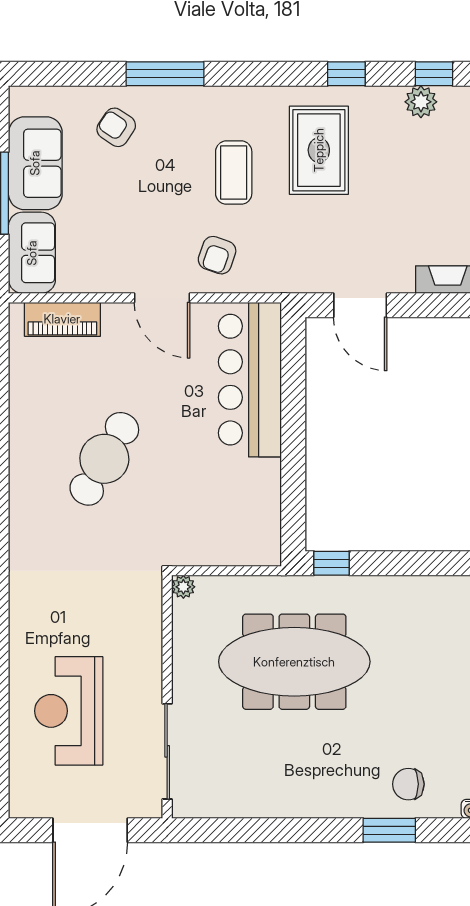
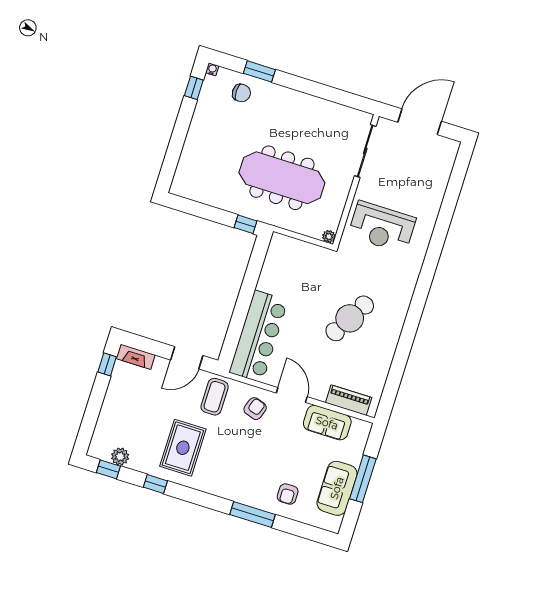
armchair: (116, 127) -> (288, 494), turned 56
coffee table: (234, 173) -> (215, 397), moved
sofa: (32, 253) -> (327, 423), moved, turned -90
door: (360, 305) -> (187, 358), swing flipped
reception desk: (69, 711) -> (382, 227), moved, turned 90

